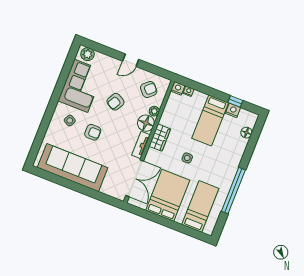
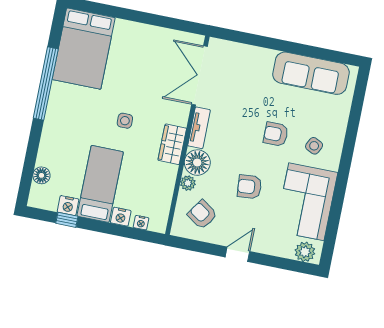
nightstand: (178, 88) -> (121, 217), moved
armchair: (149, 89) -> (202, 214), turned 76
armchair: (115, 102) -> (250, 187), turned -124
sofa: (73, 168) -> (311, 73), width x0.74, depth x0.79
bed: (168, 195) -> (144, 59), removed
bed: (200, 206) -> (84, 49), width x1.50

